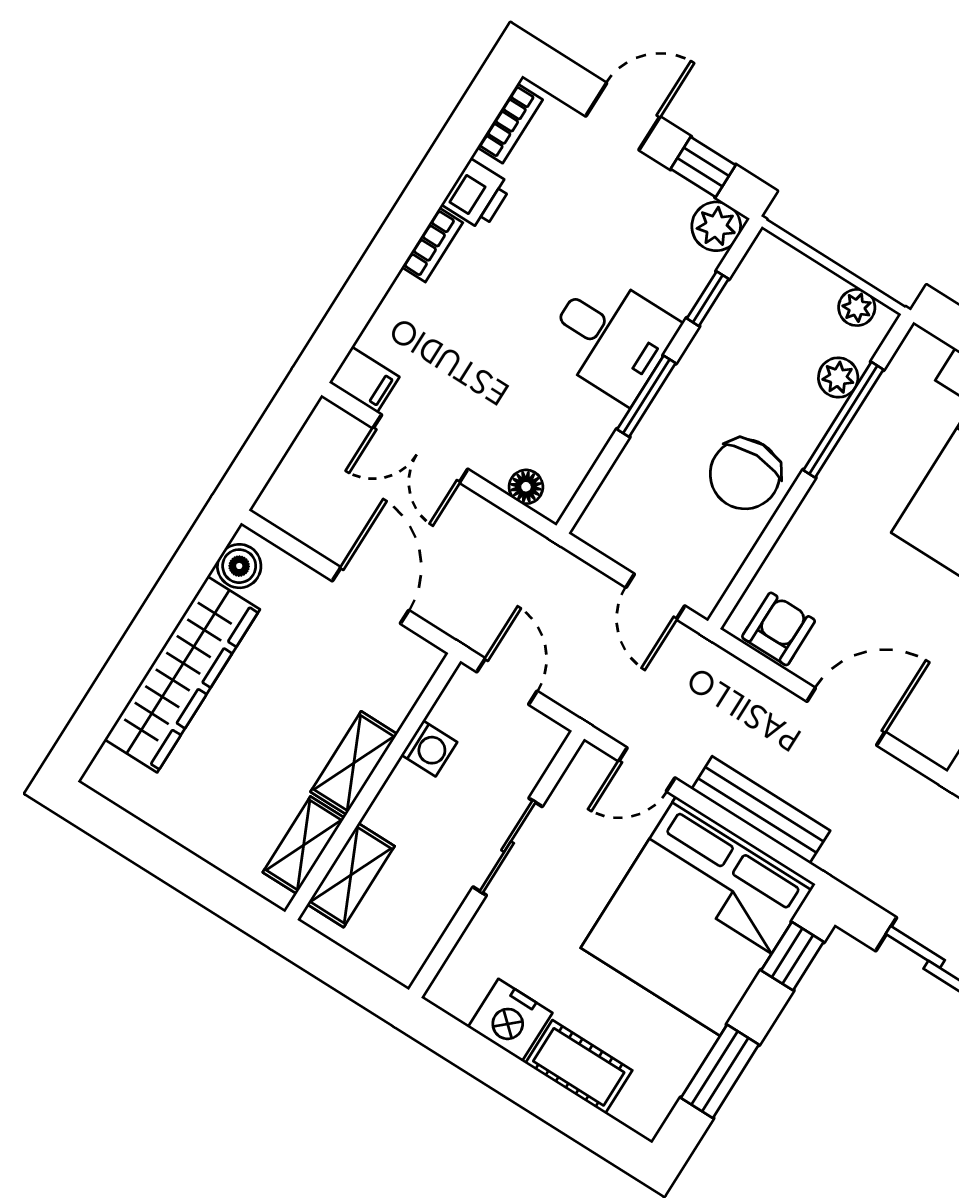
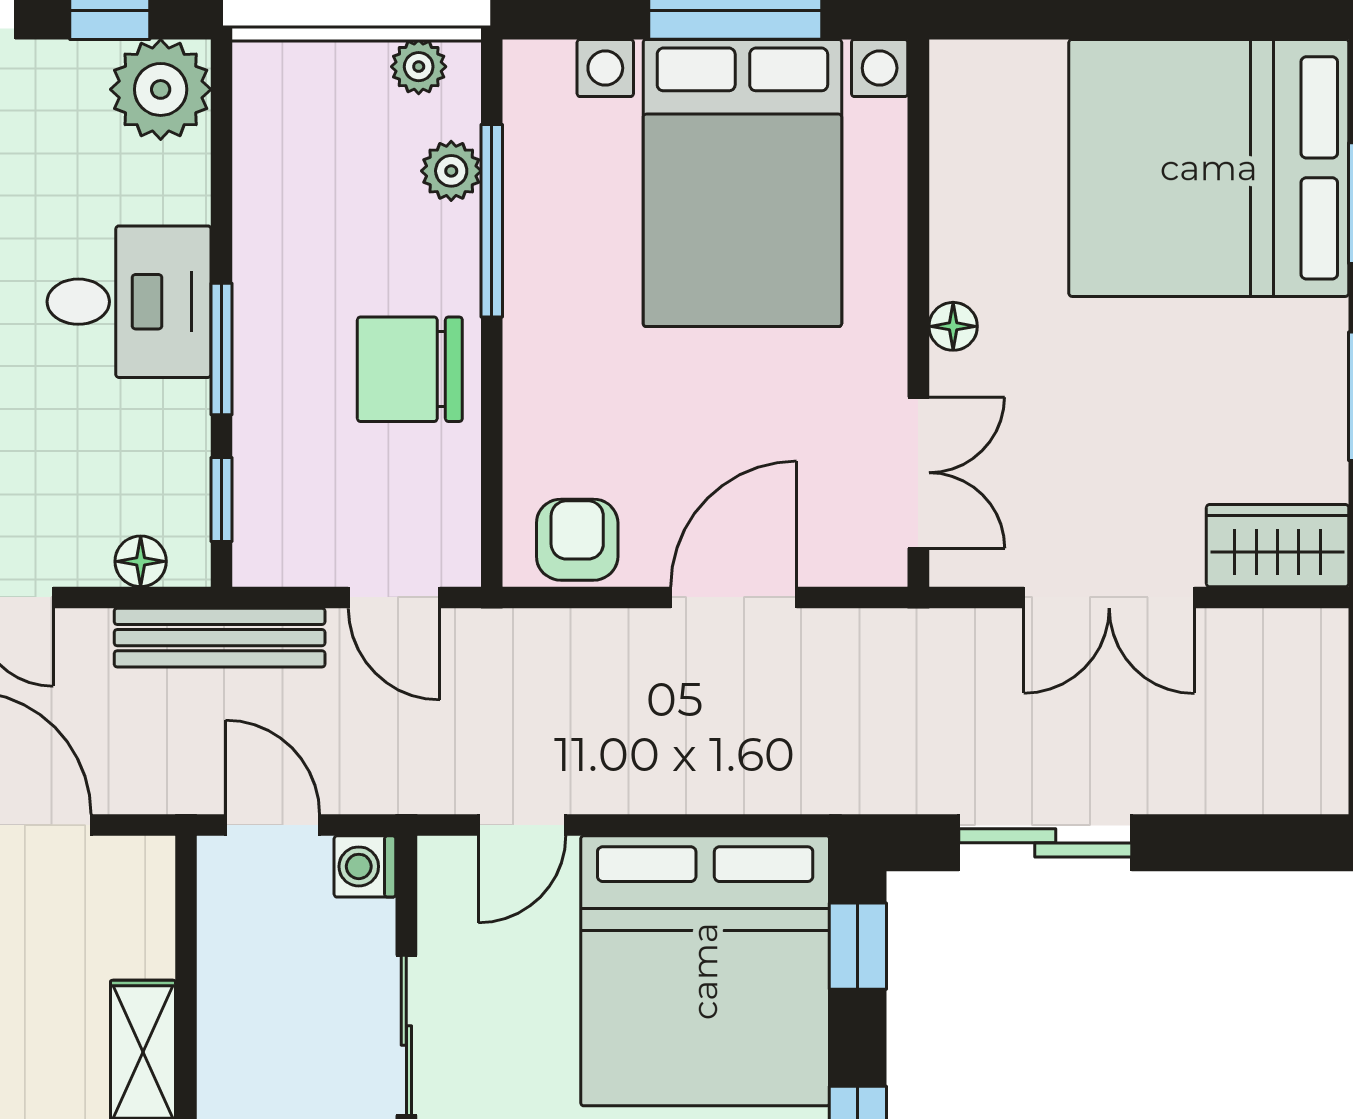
plant: (716, 226) -> (161, 89), width x1.36, depth x1.36
window: (708, 299) -> (221, 500), moved
chair: (745, 474) -> (410, 369), turned 90
washing machine: (429, 748) -> (365, 866), moved, turned 180
bench: (761, 810) -> (220, 638), moved

